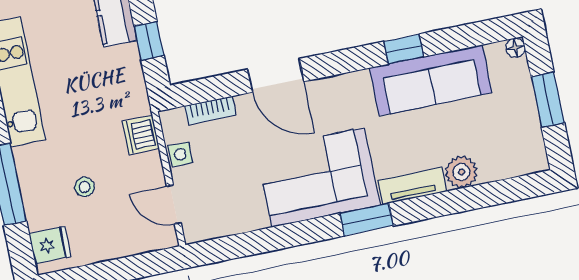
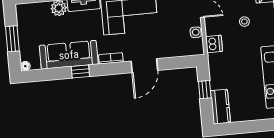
door: (276, 75) -> (144, 66), swing flipped
bookcase: (210, 110) -> (111, 58), moved

